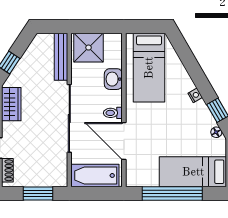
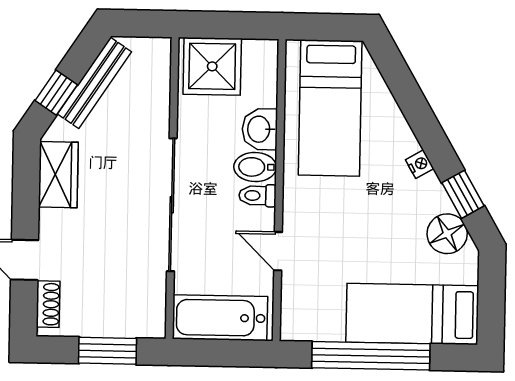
bench: (61, 57) -> (95, 83), moved, turned 33
bidet: (111, 98) -> (255, 167), added
floor lamp: (216, 132) -> (447, 234), width x1.89, depth x1.89
door: (124, 141) -> (278, 251), width x0.53

